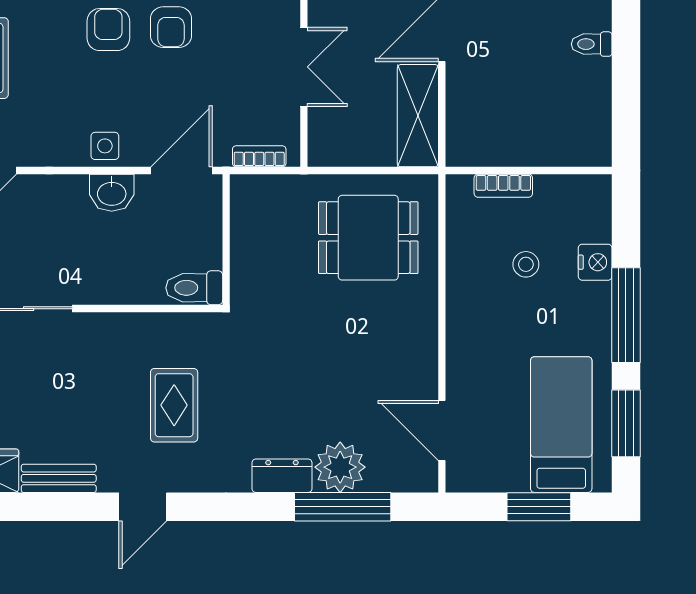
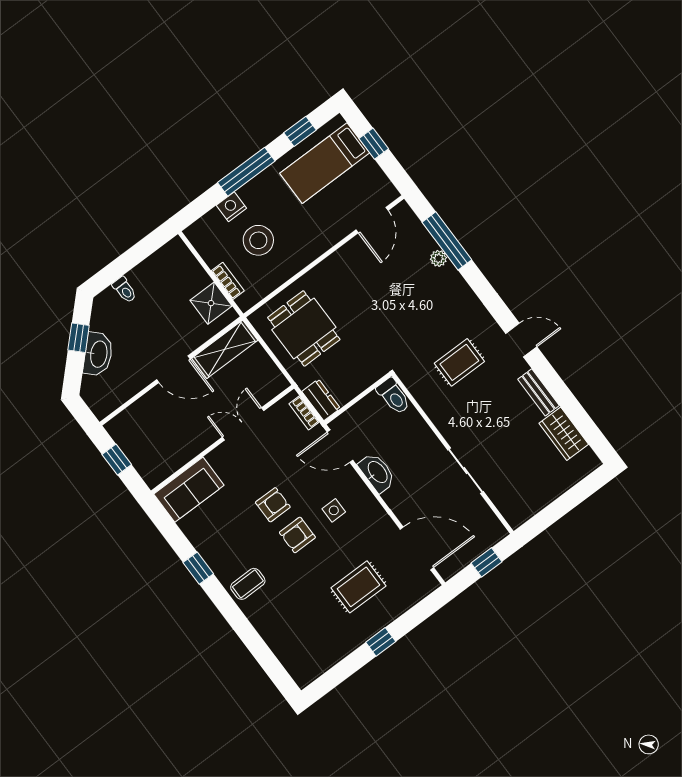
shower: (491, 143) -> (211, 303), added
side table: (105, 146) -> (334, 510), moved
washbasin: (112, 193) -> (377, 472), width x1.38
stool: (526, 264) -> (258, 240), width x1.89, depth x1.89
window: (626, 423) -> (300, 131), width x0.67
plant: (340, 467) -> (438, 258), width x0.53, depth x0.53
dresser: (282, 476) -> (321, 400), moved, turned 180
window: (539, 507) -> (374, 144), width x0.67

